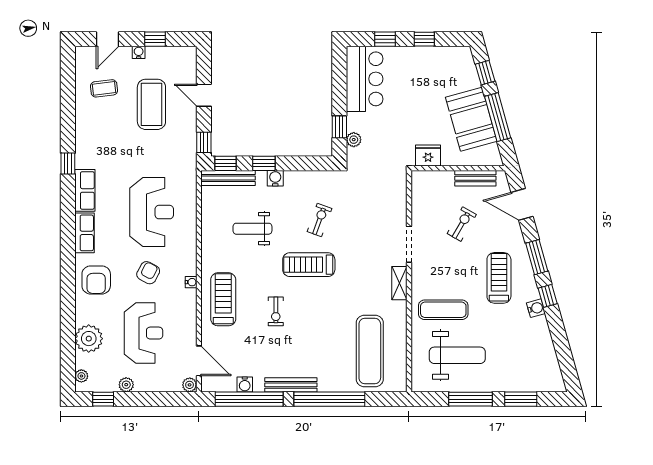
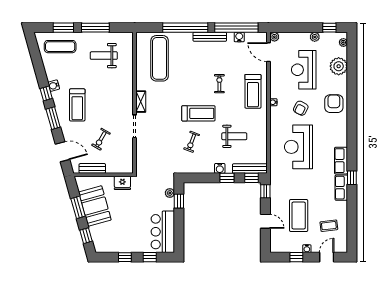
window: (498, 117) -> (78, 207), width x0.69
row of seats: (84, 233) -> (341, 188), moved
exercise mat: (443, 310) -> (60, 47), moved
weight bench: (457, 355) -> (104, 56), width x0.73, depth x0.75

